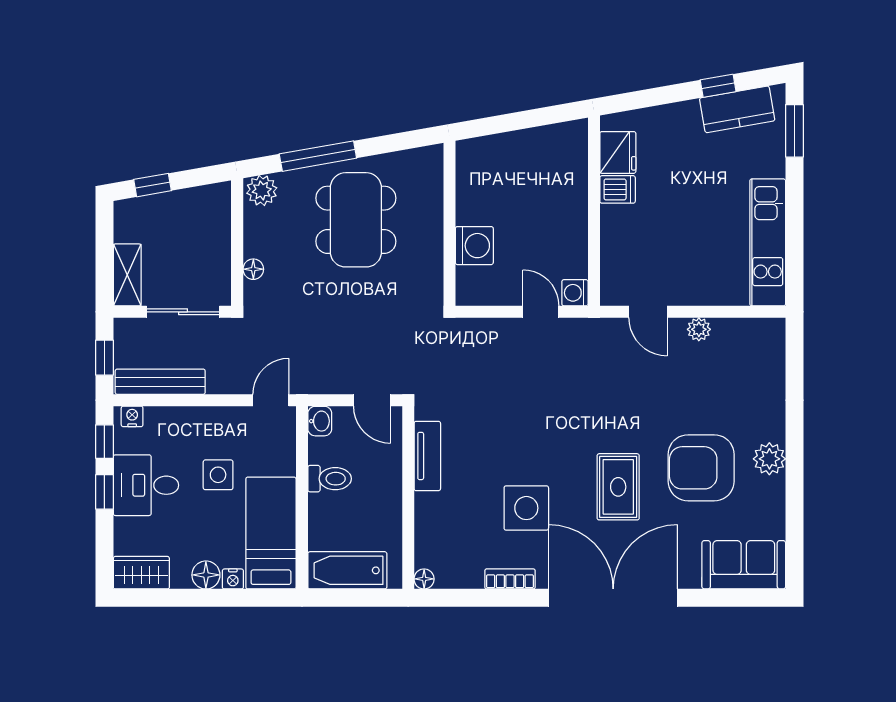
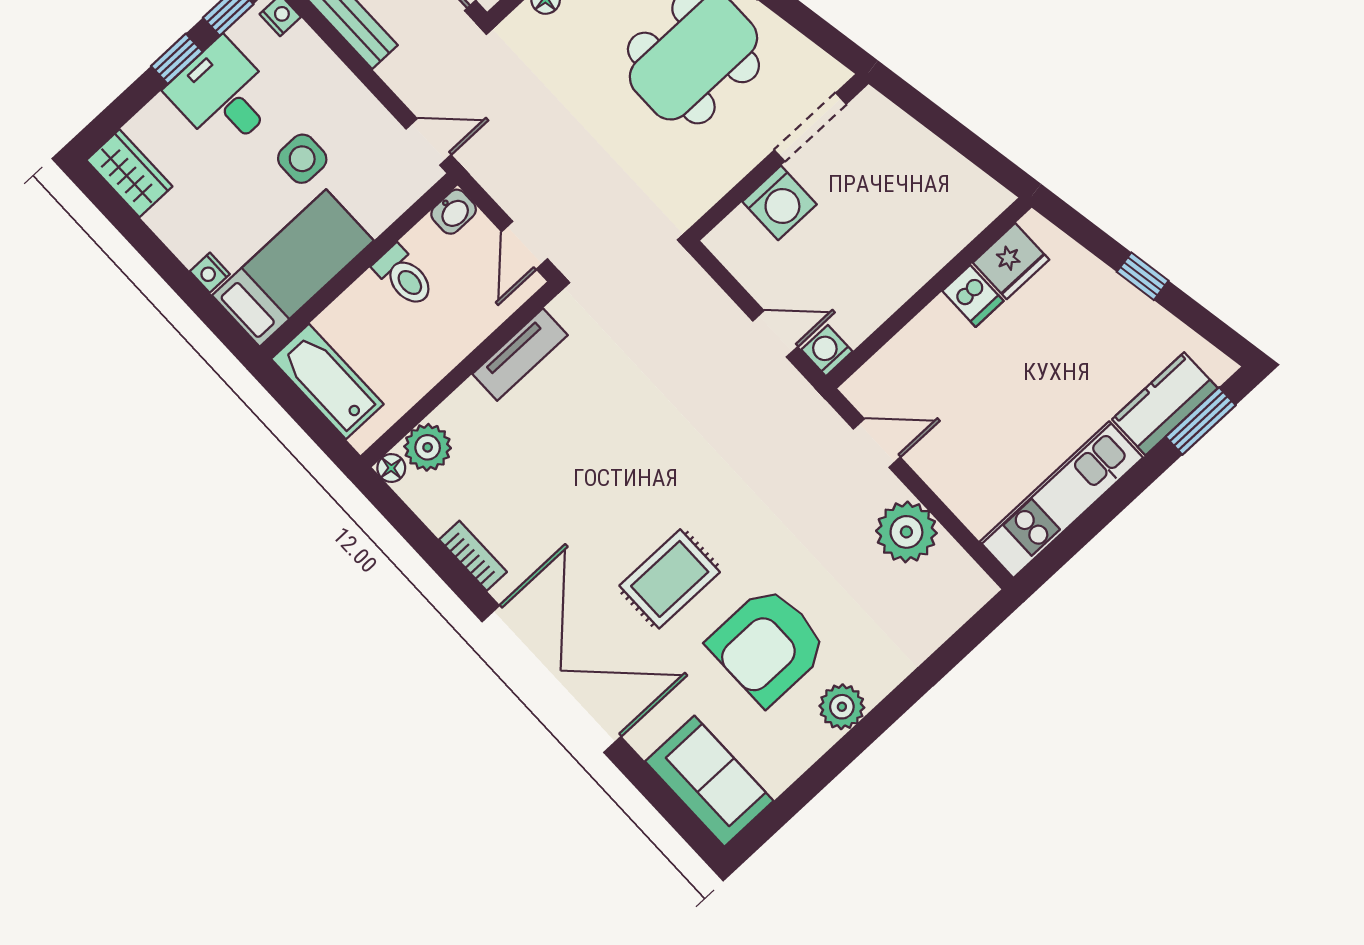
window: (718, 86) -> (1143, 276), moved
kitchen counter: (737, 109) -> (1165, 404), moved, turned 100
doorway: (449, 192) -> (810, 127), added
door: (541, 312) -> (775, 334), hinge flipped
door: (648, 312) -> (877, 443), swing flipped
plant: (699, 329) -> (906, 532), width x1.87, depth x1.87
armchair: (701, 468) -> (768, 646), turned -90
side table: (526, 508) -> (561, 505), removed
plant: (431, 550) -> (428, 447), added
floor lamp: (206, 575) -> (188, 241), removed

